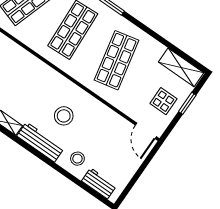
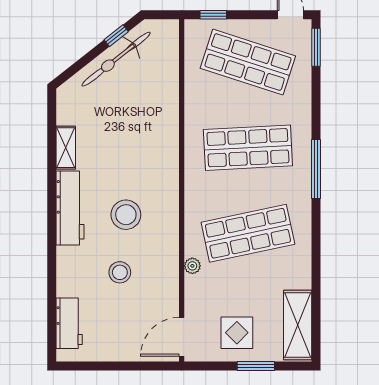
plant: (113, 100) -> (192, 266), added
stool: (77, 159) -> (120, 272), moved

